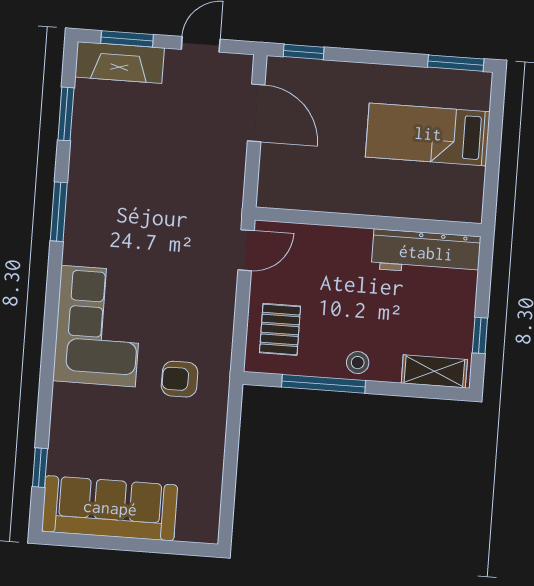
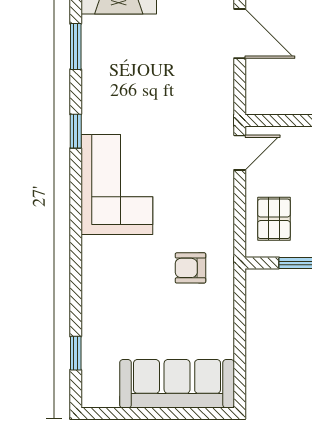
window: (59, 212) -> (76, 131), width x0.67
corner sofa: (98, 326) -> (117, 185), moved
sofa: (110, 508) -> (177, 384), moved

